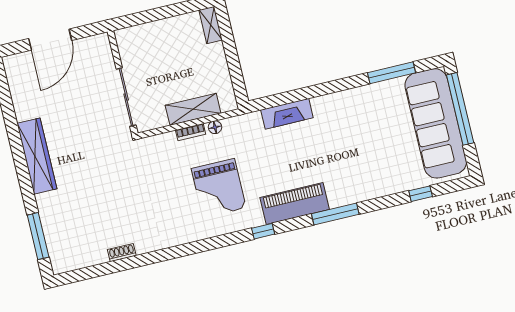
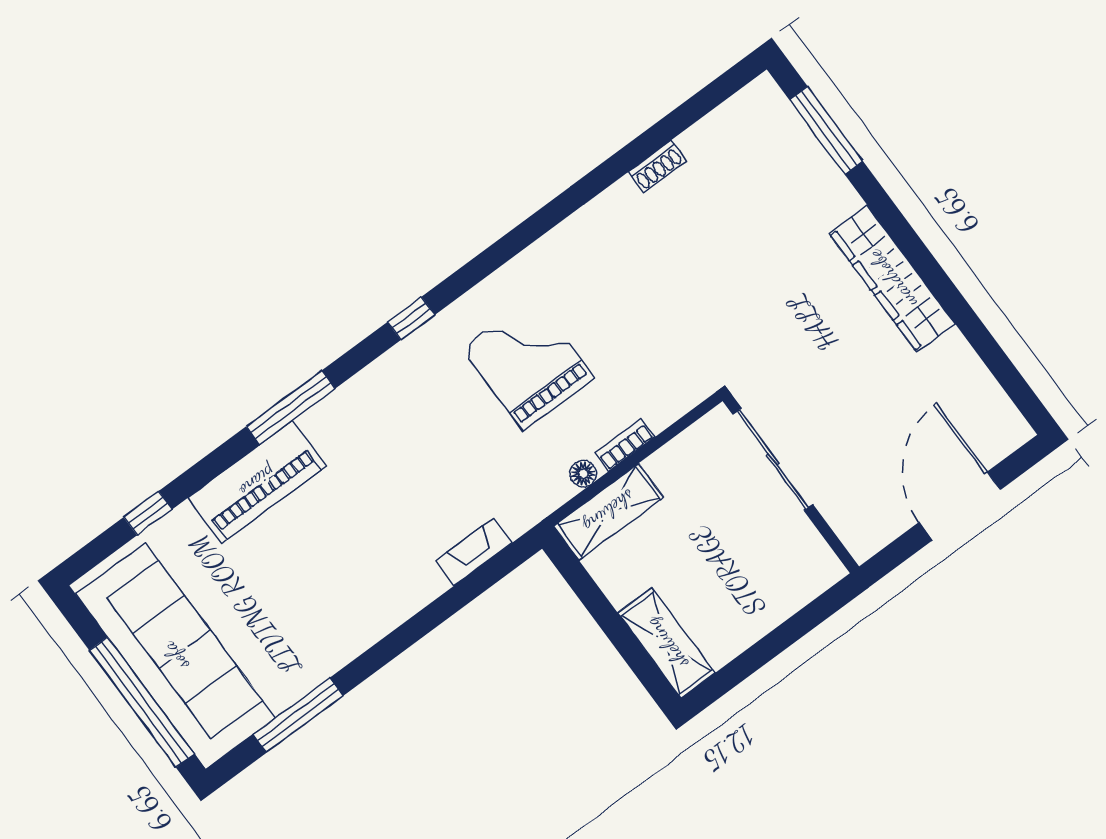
shelving: (211, 25) -> (666, 643), width x1.50, depth x1.33
shelving: (193, 109) -> (609, 512), moved
fireplace: (287, 114) -> (474, 552), width x0.73, depth x0.76
piano: (295, 204) -> (257, 482), moved

